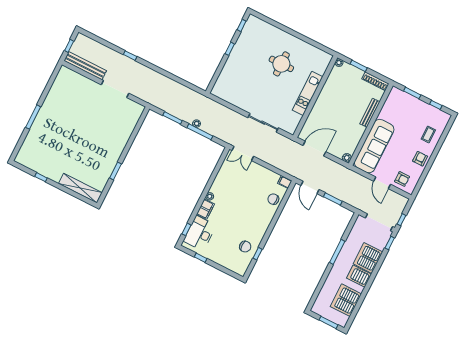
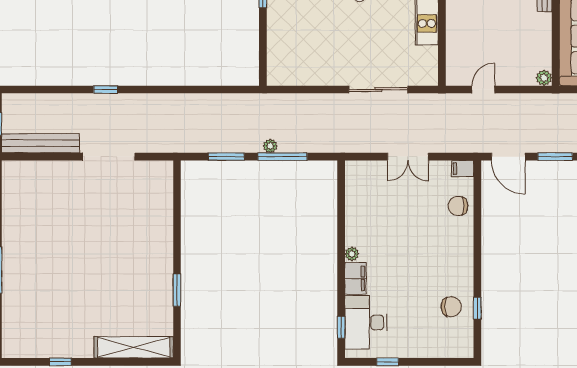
door: (314, 149) -> (483, 90), width x0.53
double door: (243, 153) -> (408, 157), moved

